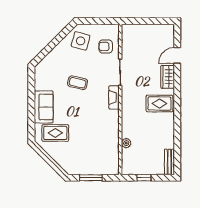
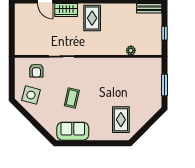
fireplace: (114, 97) -> (86, 62), removed
sofa: (44, 107) -> (73, 131), moved

